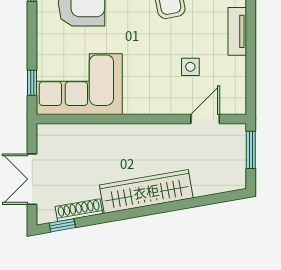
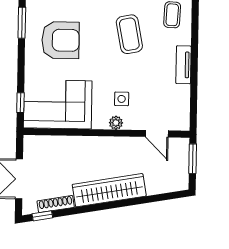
side table: (190, 67) -> (122, 99), moved
plant: (153, 106) -> (116, 123), added
door: (205, 119) -> (157, 134), swing flipped

